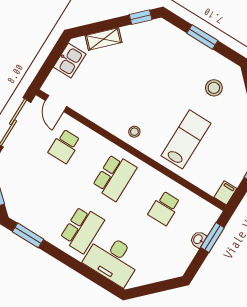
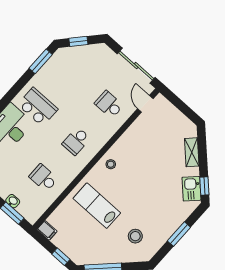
kitchen sink: (70, 61) -> (191, 189), moved, turned 45
door: (56, 103) -> (145, 104), hinge flipped
lab bench: (186, 139) -> (97, 206), turned 180
school desk: (114, 177) -> (76, 141), width x0.54
school desk: (82, 229) -> (38, 107), turned 180

